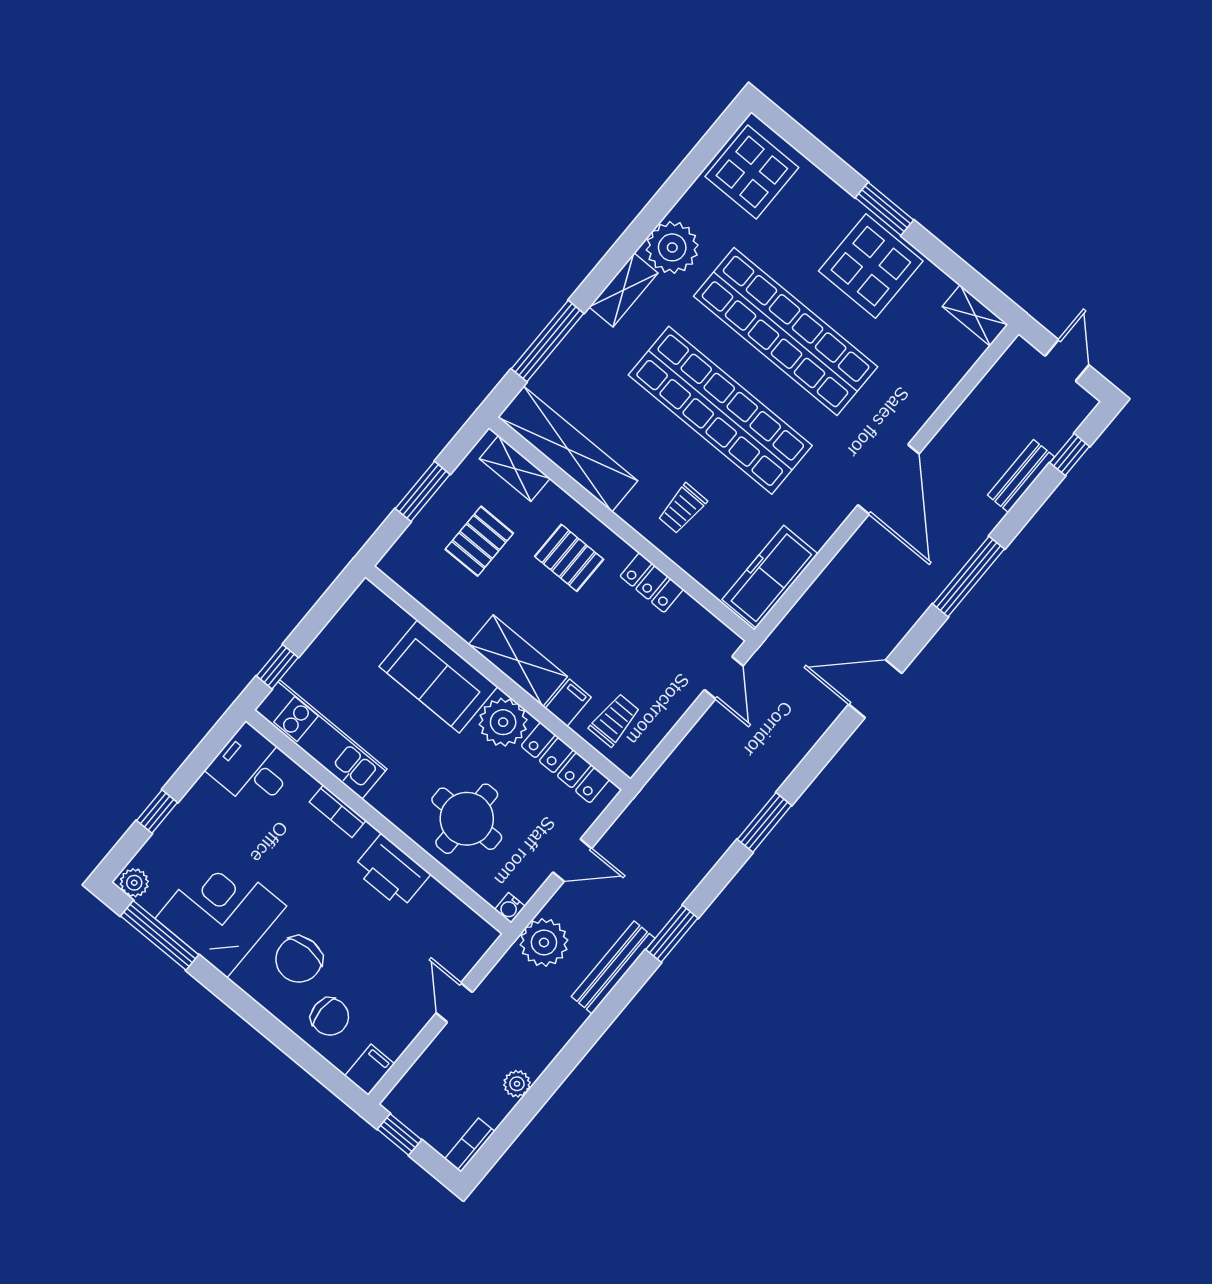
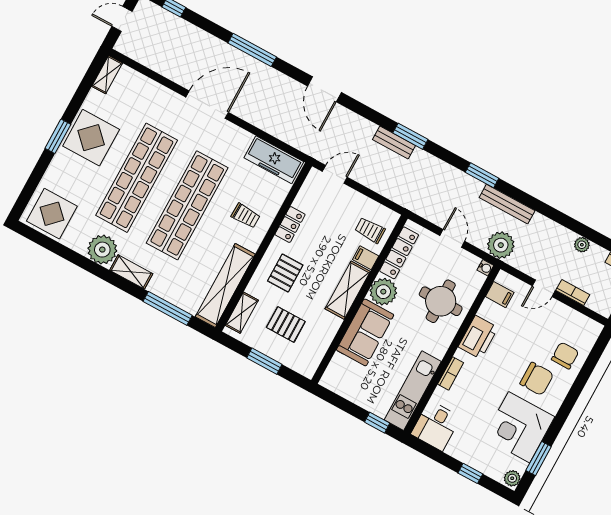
bench: (1021, 476) -> (394, 143), moved
window: (160, 935) -> (539, 459), width x0.69
bookcase: (437, 1052) -> (573, 292), added
filing cabinet: (370, 1070) -> (500, 295), moved, turned 180

